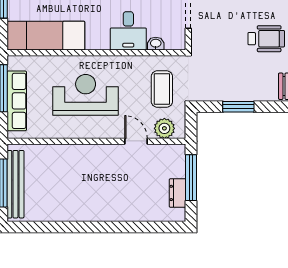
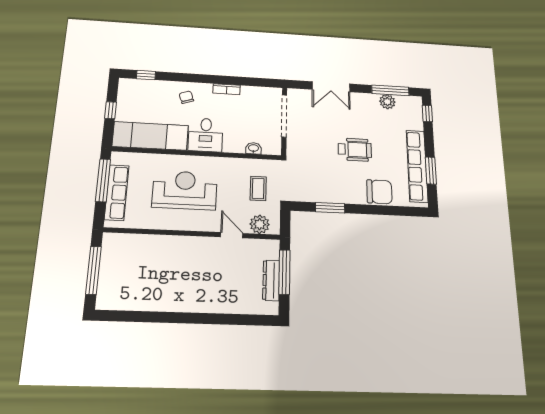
desk: (128, 31) -> (206, 135), moved
coffee table: (162, 89) -> (258, 188), width x0.73, depth x0.77
bench: (15, 184) -> (108, 272), removed
dresser: (178, 193) -> (271, 280), width x1.44

